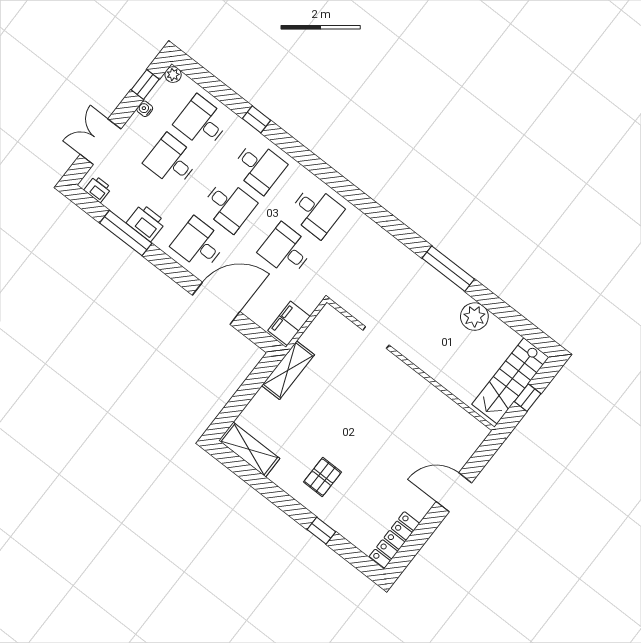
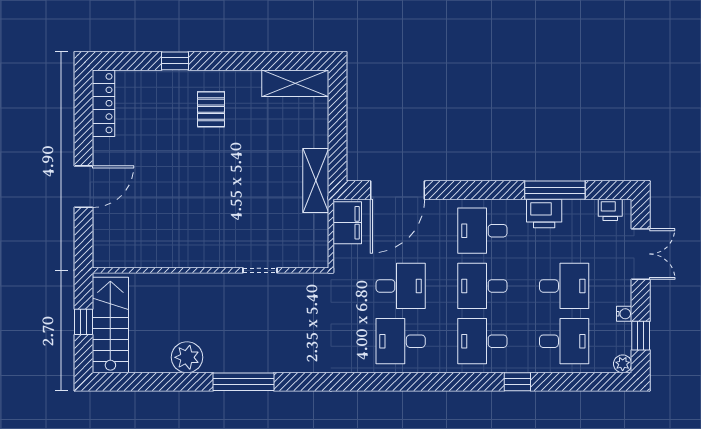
desk: (199, 244) -> (482, 231), turned 180
door: (216, 303) -> (398, 190), moved

